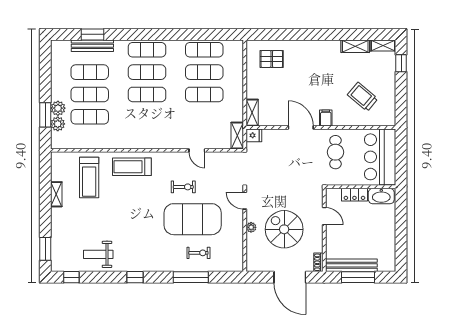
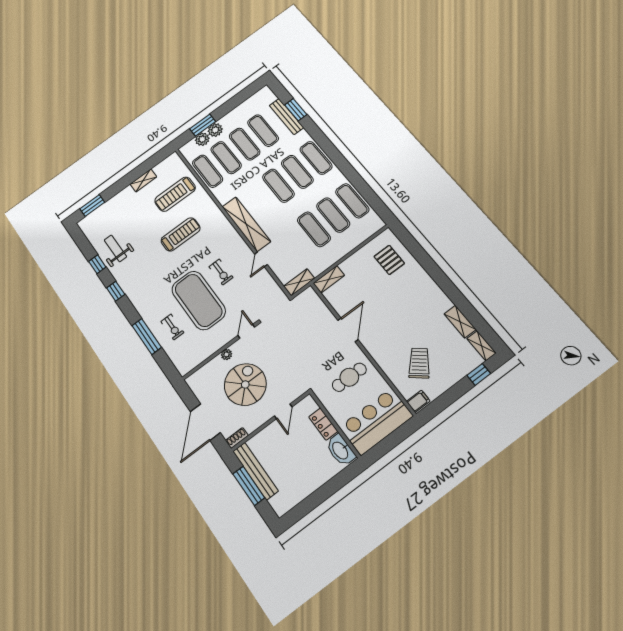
filing cabinet: (326, 118) -> (418, 401), moved
fridge: (254, 135) -> (310, 296), removed
exercise mat: (90, 139) -> (208, 171), added
shelving: (159, 141) -> (246, 224), added
treadmill: (132, 167) -> (181, 234), moved, turned 90
window: (71, 277) -> (97, 264), moved

